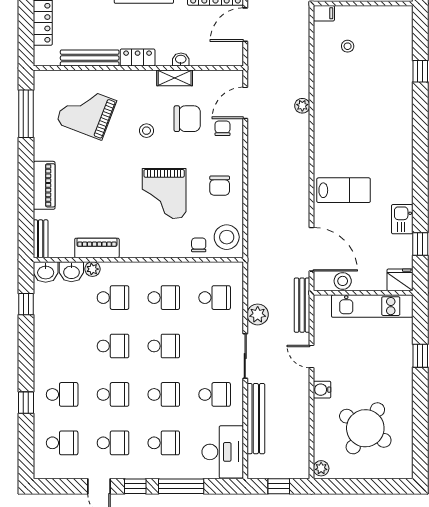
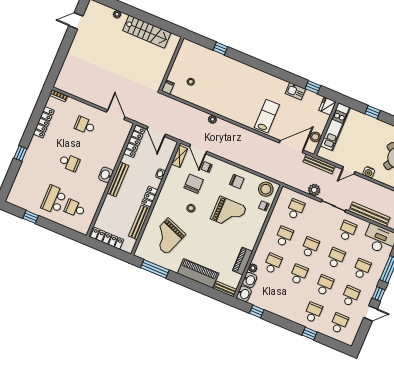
shelving: (175, 78) -> (179, 156), moved
piano: (44, 185) -> (198, 273), width x1.37, depth x1.33

